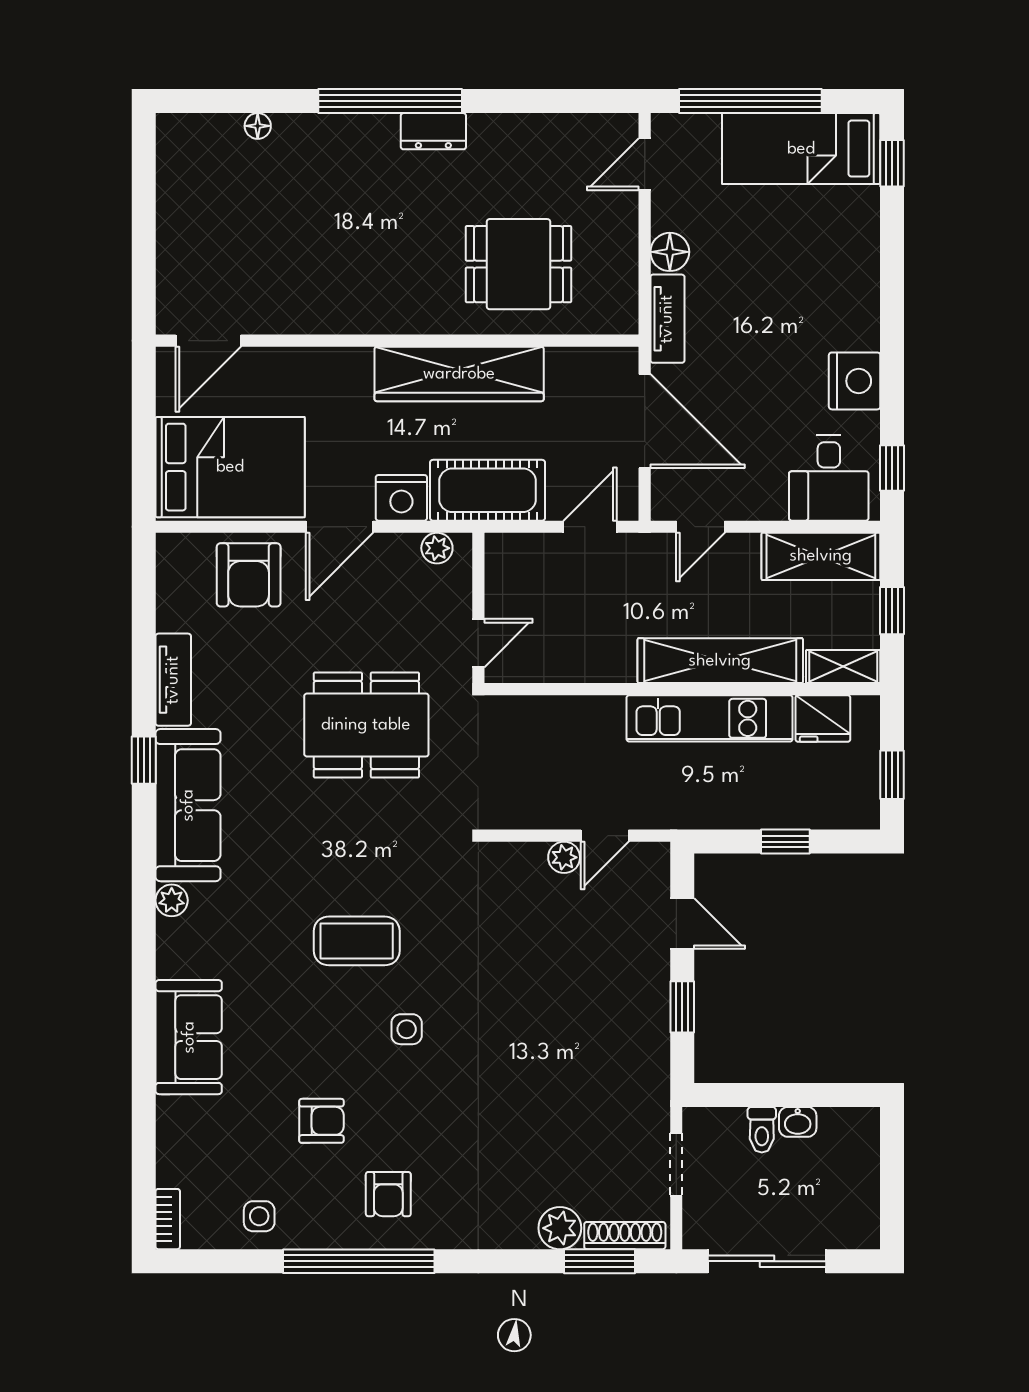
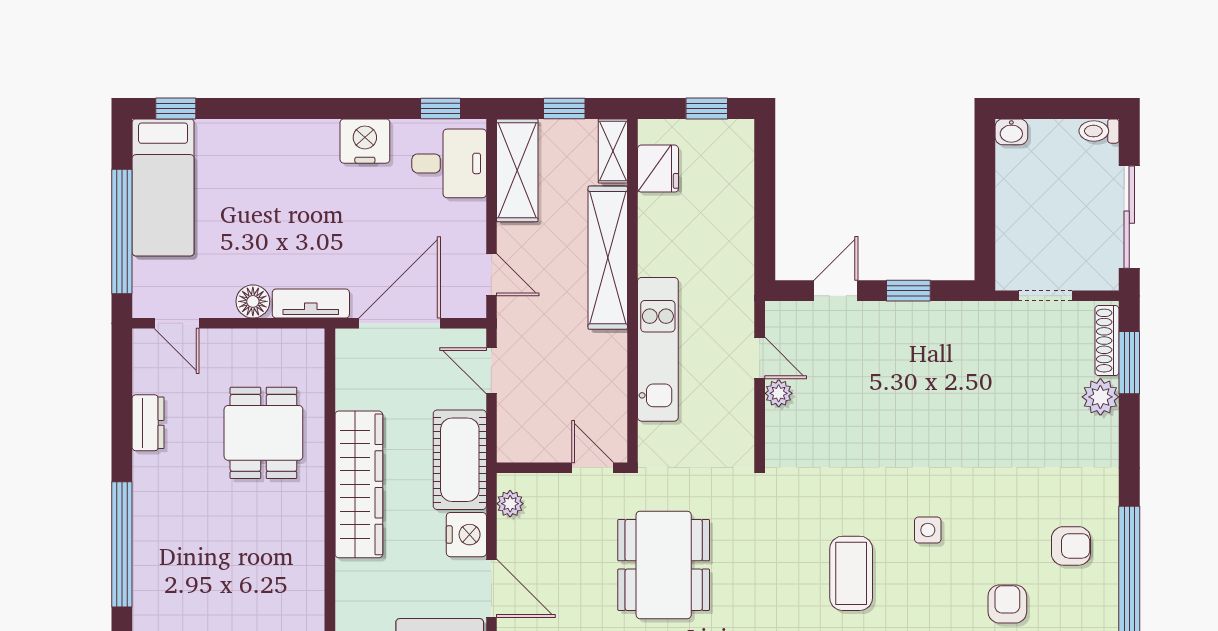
dresser: (433, 131) -> (148, 423), moved
kitchen unit: (710, 718) -> (658, 349), moved
window: (785, 842) -> (765, 201), removed
washbasin: (798, 1122) -> (1011, 132), moved, turned 90
toilet: (762, 1130) -> (1099, 131), moved, turned 180

